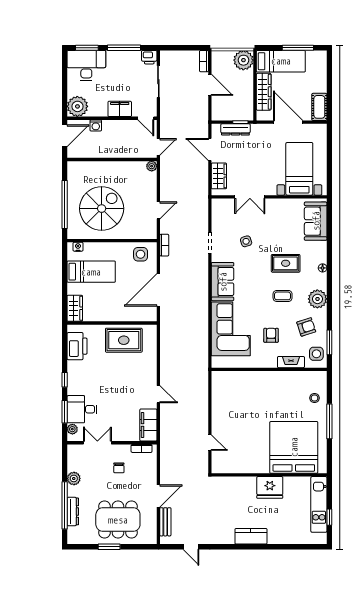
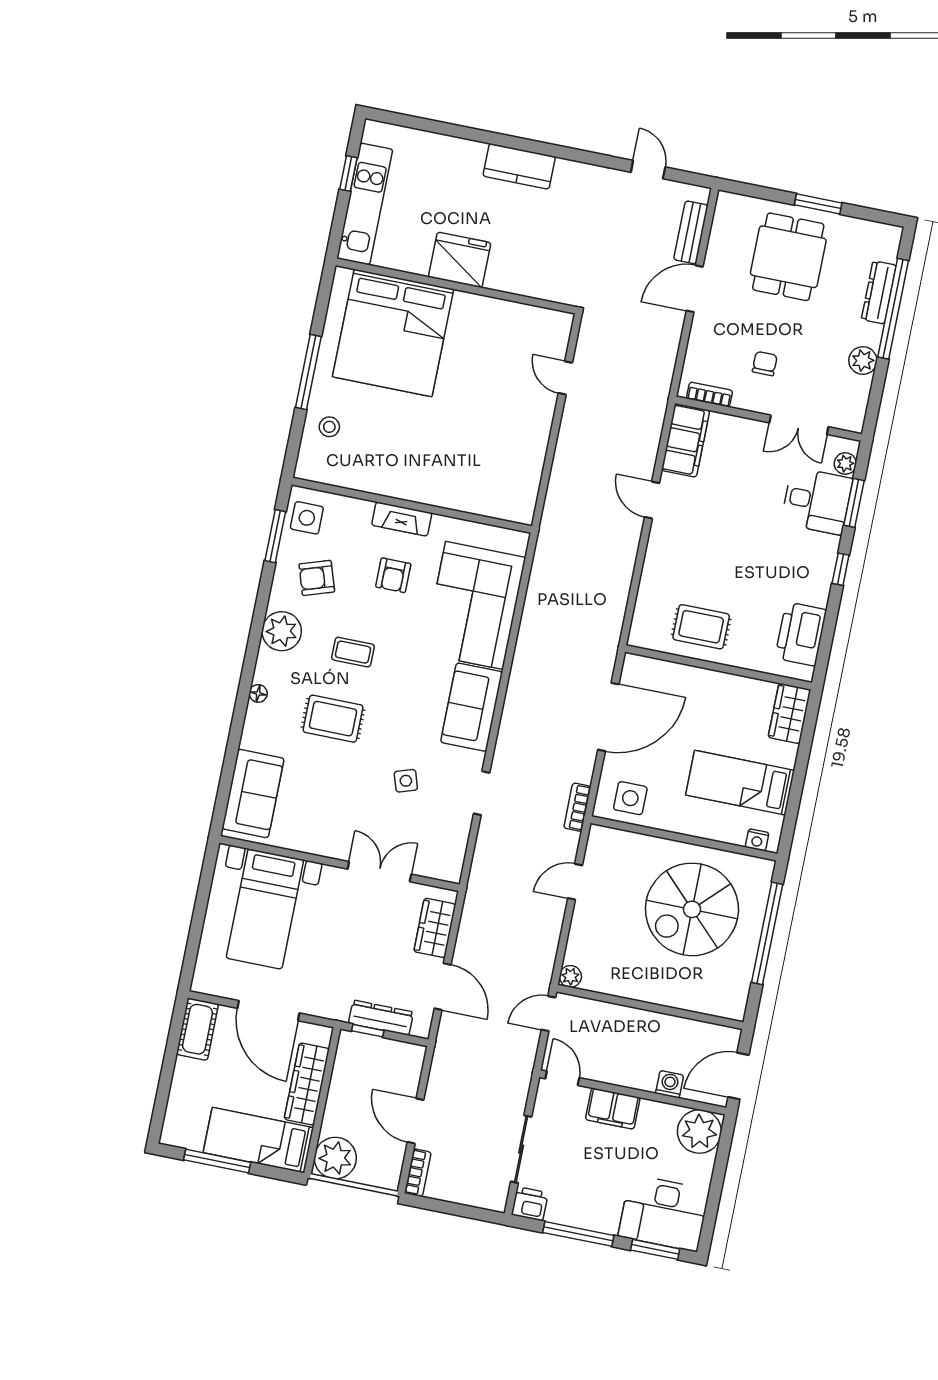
rug: (124, 340) -> (701, 627), width x0.73, depth x0.70
fireplace: (291, 362) -> (402, 519), moved
dining table: (118, 520) -> (788, 257), width x0.73

